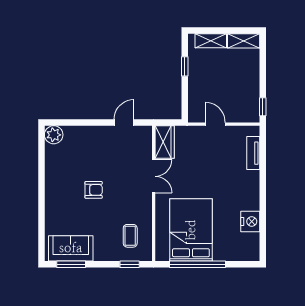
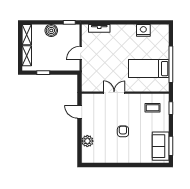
boiler: (250, 79) -> (51, 30), added
plant: (54, 135) -> (87, 141), moved
wardrobe: (165, 142) -> (92, 86), removed
bed: (191, 230) -> (149, 69), width x0.67

